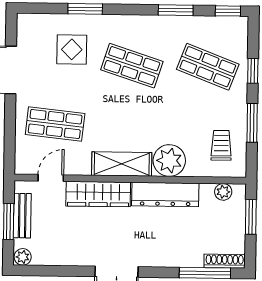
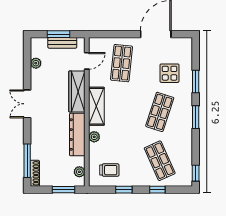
window: (176, 10) -> (196, 117), moved
shop shelf: (208, 67) -> (160, 161), turned -45
window: (252, 123) -> (124, 190), width x0.67
plant: (169, 161) -> (94, 137), width x0.53, depth x0.53
door: (51, 178) -> (87, 61), hinge flipped
plant: (23, 257) -> (36, 63), moved

